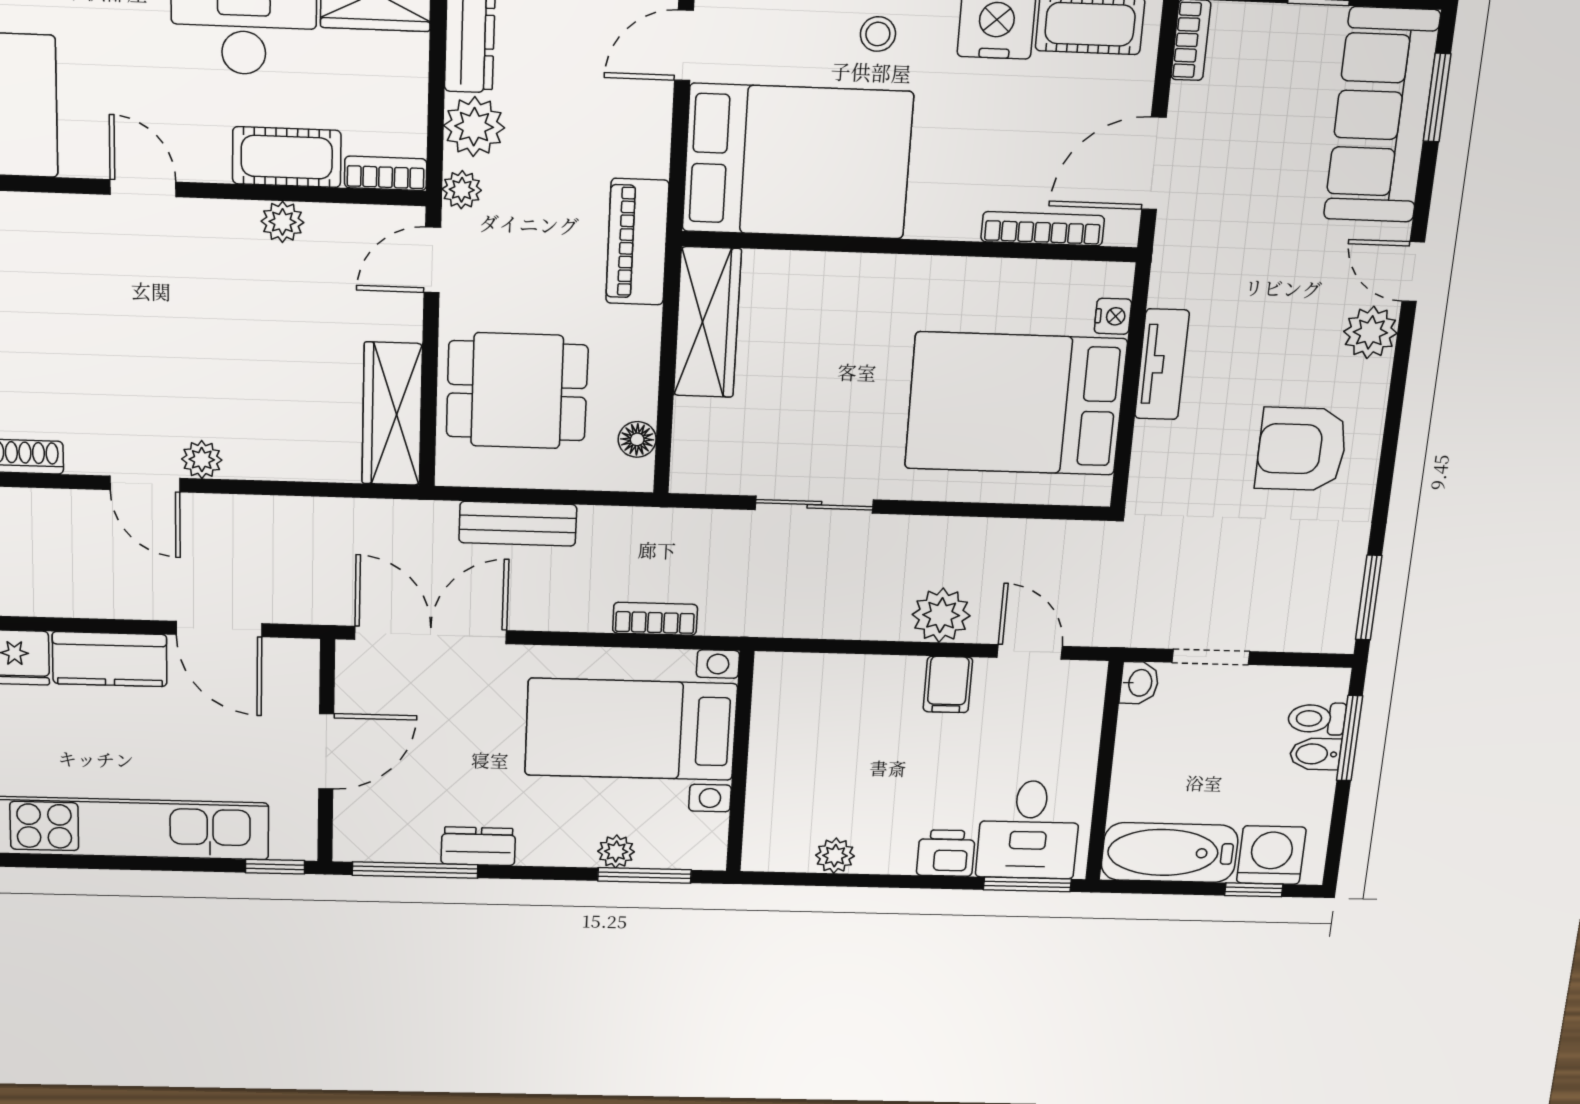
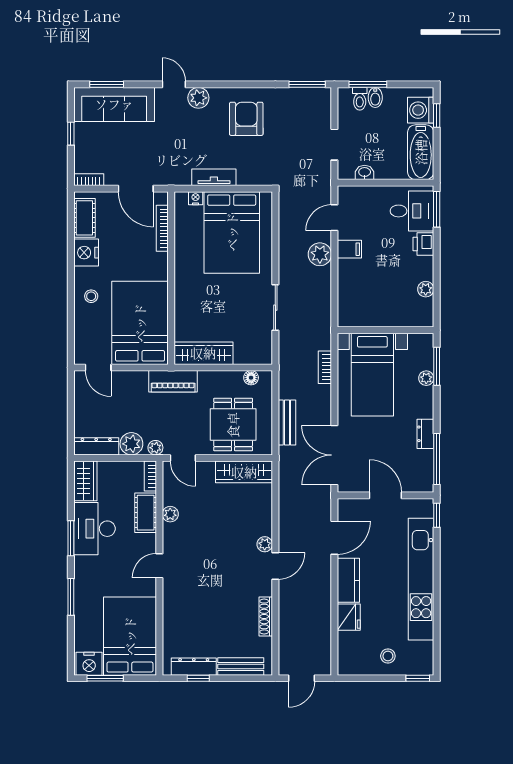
door: (1413, 272) -> (174, 84), swing flipped
armchair: (1302, 449) -> (246, 119), turned 180
washbasin: (1139, 683) -> (365, 172), moved

